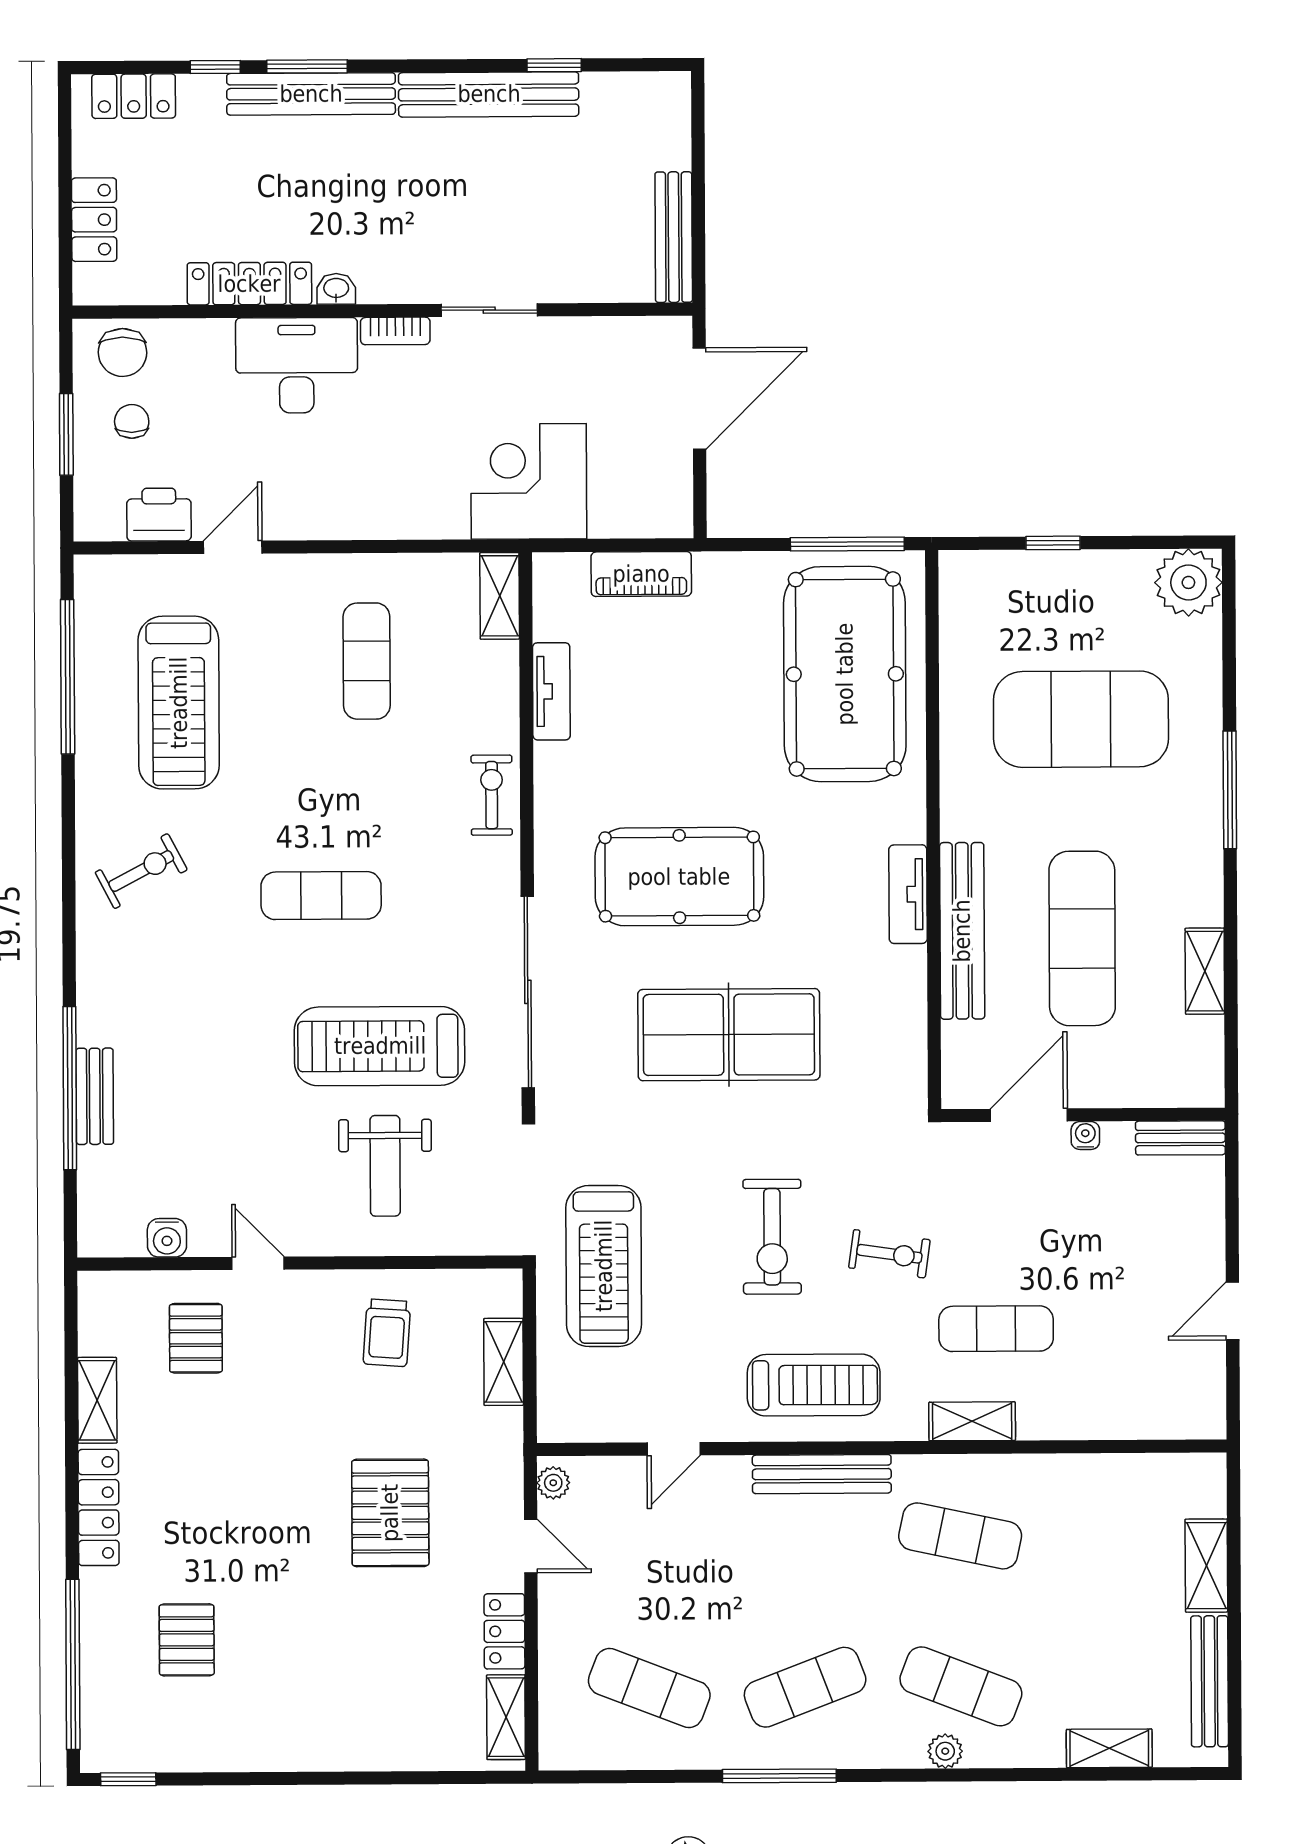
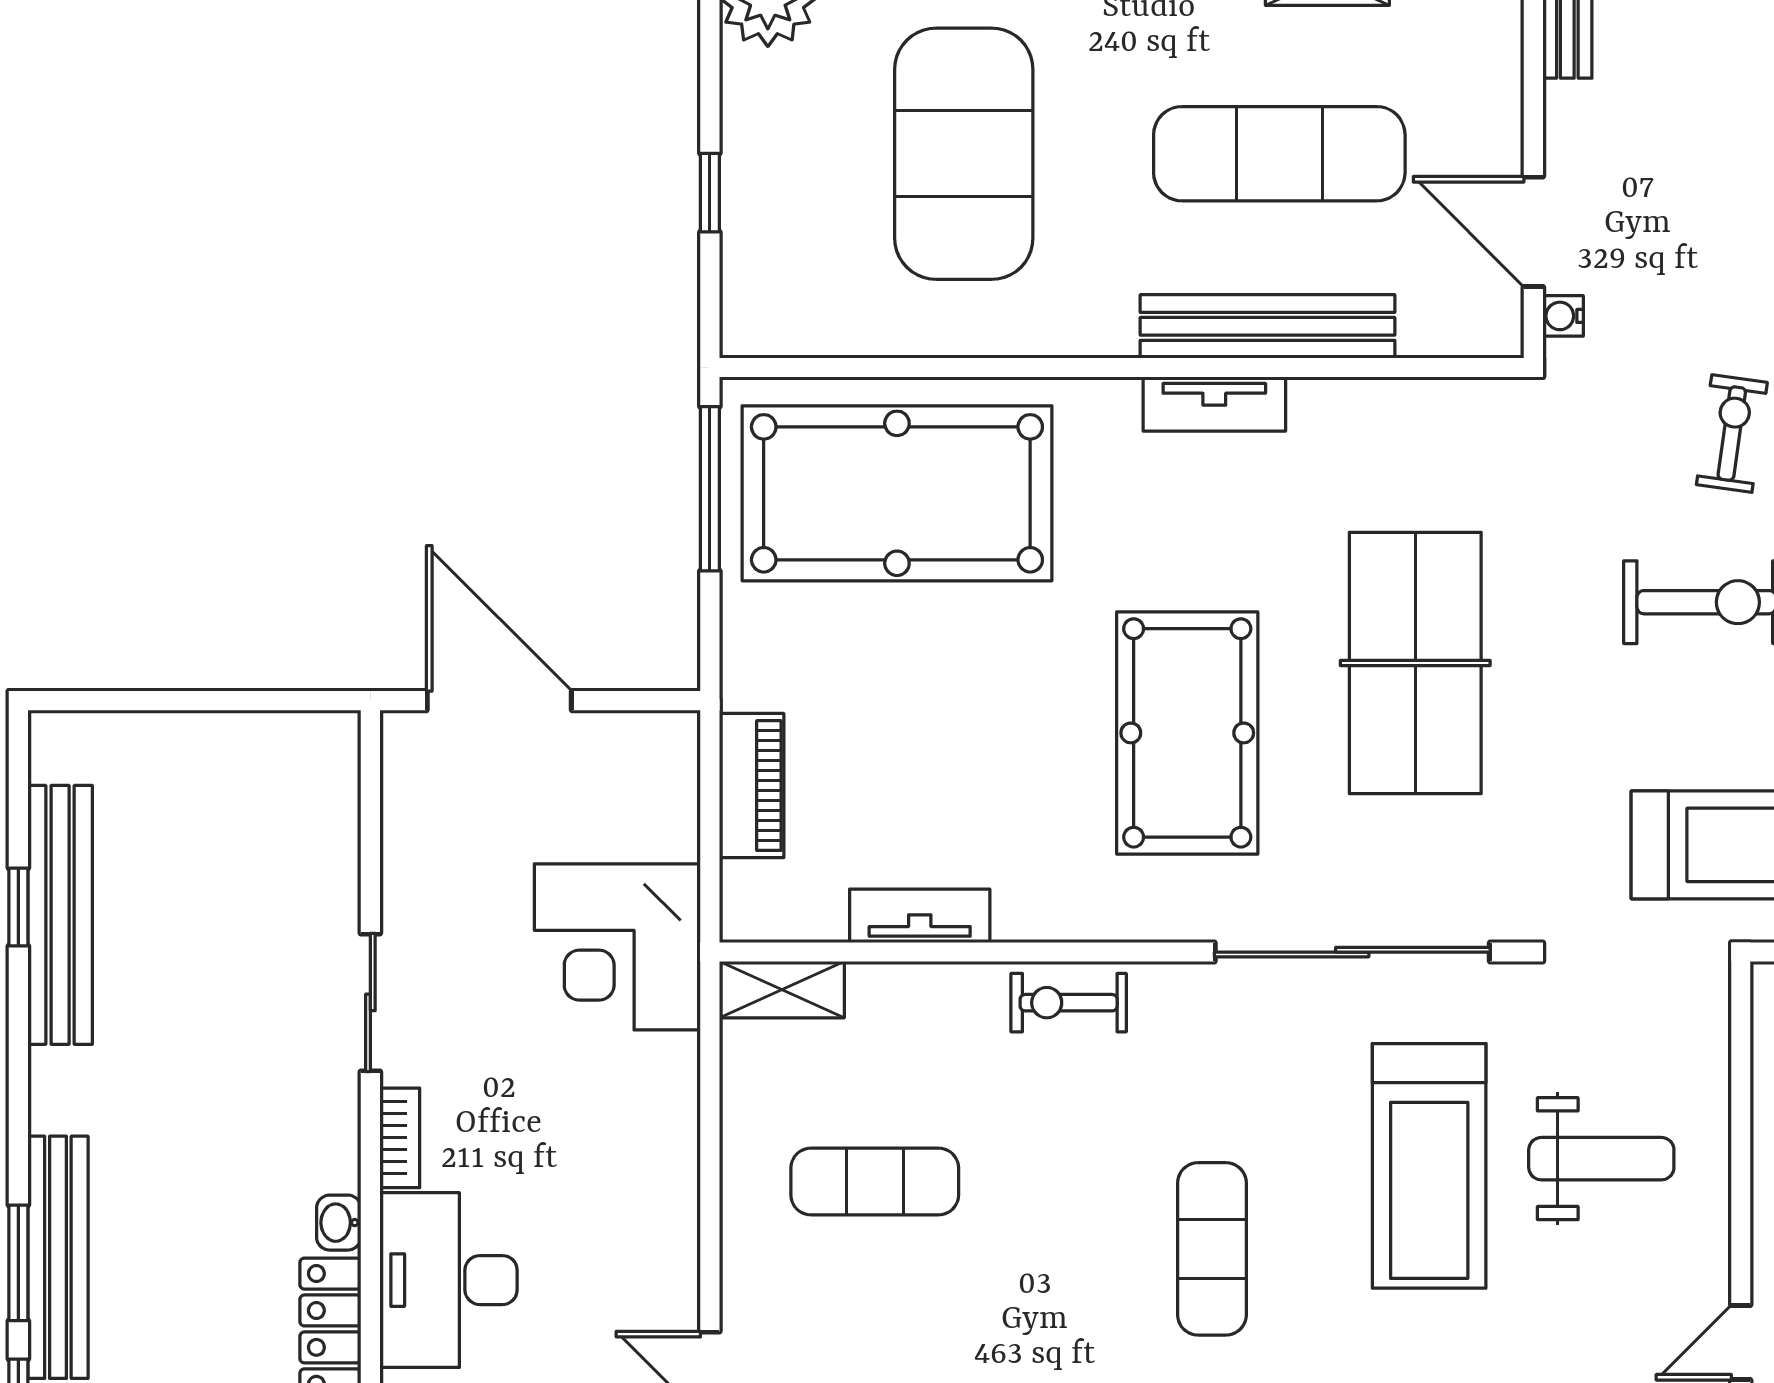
bench: (489, 94) -> (60, 915), moved
bench: (674, 237) -> (267, 736), removed
water cooler: (1085, 1135) -> (1563, 316), moved

